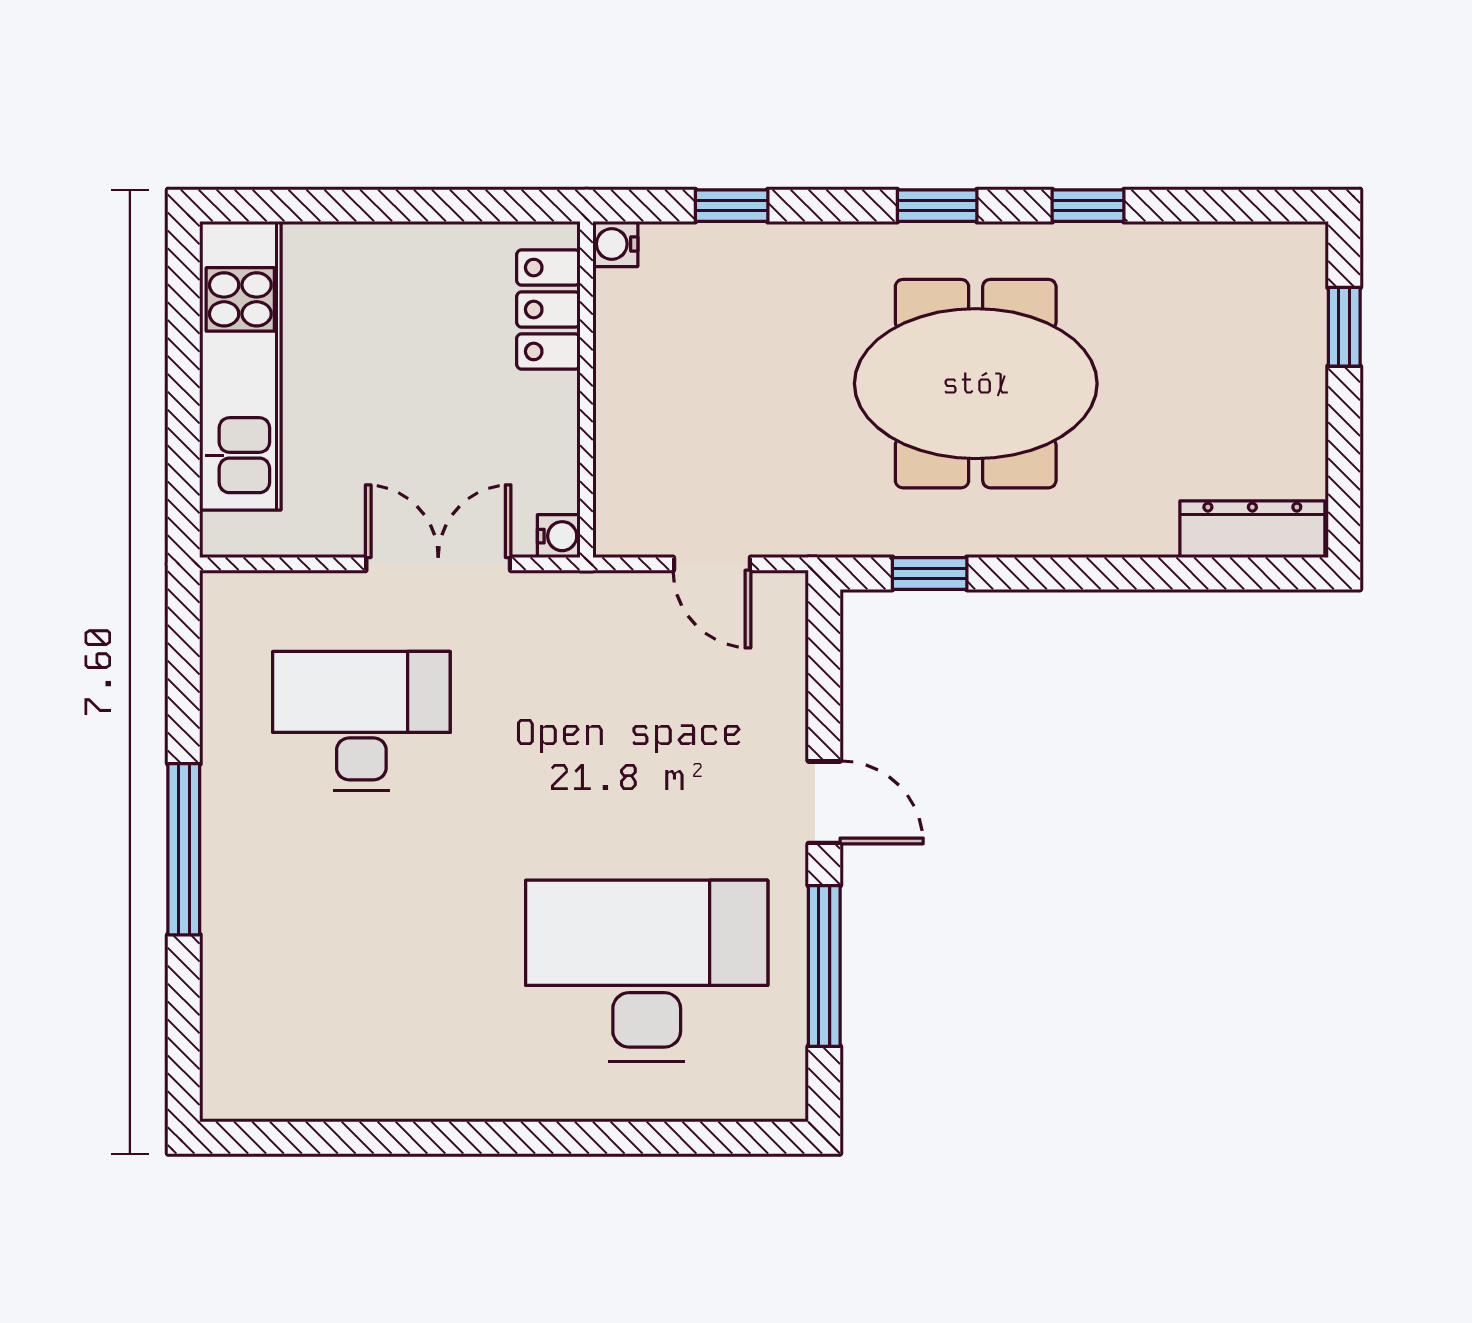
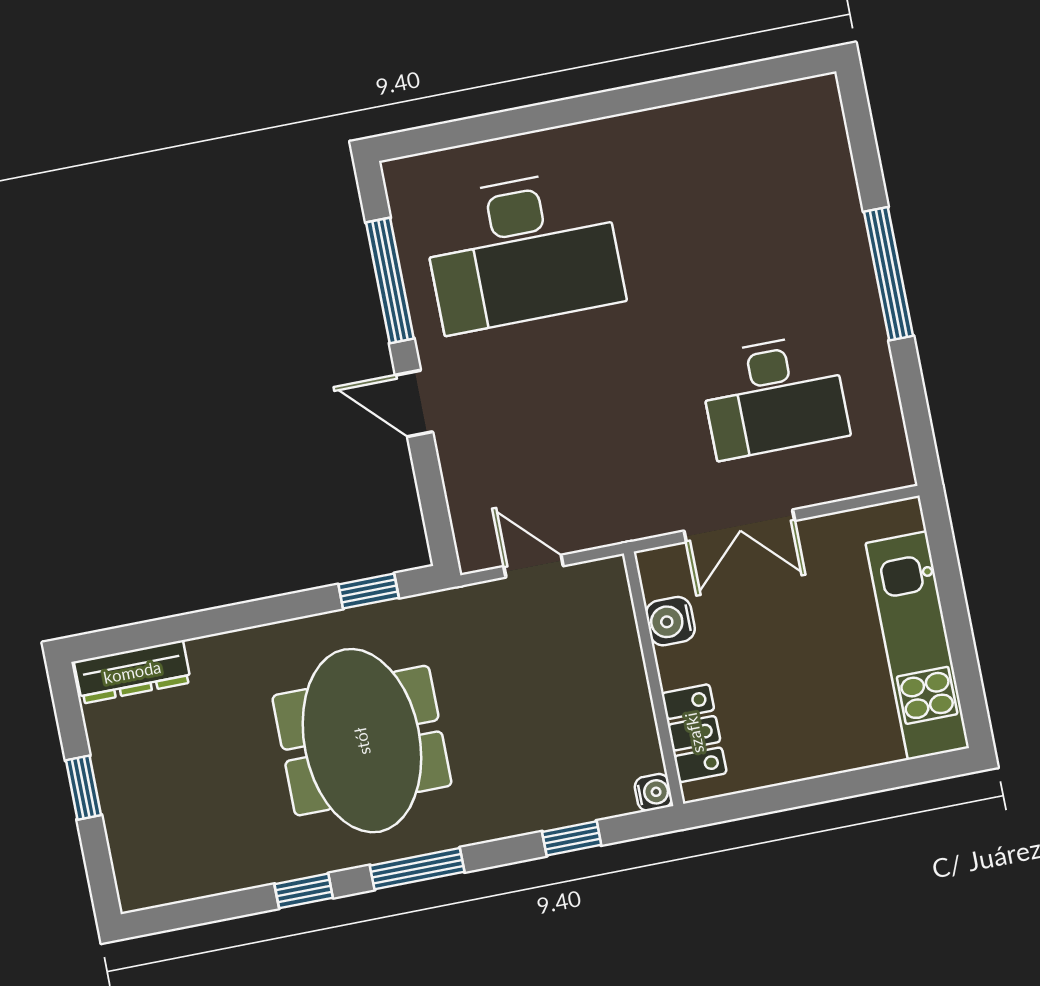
window: (937, 206) -> (417, 869), width x1.50
window: (1344, 327) -> (83, 788), moved
meeting table: (976, 384) -> (362, 741), turned 90
water cooler: (559, 536) -> (670, 621), moved, width x1.38, depth x1.38

